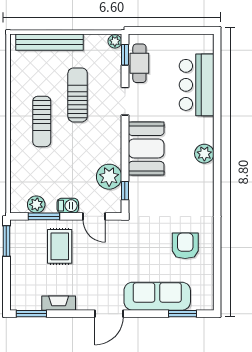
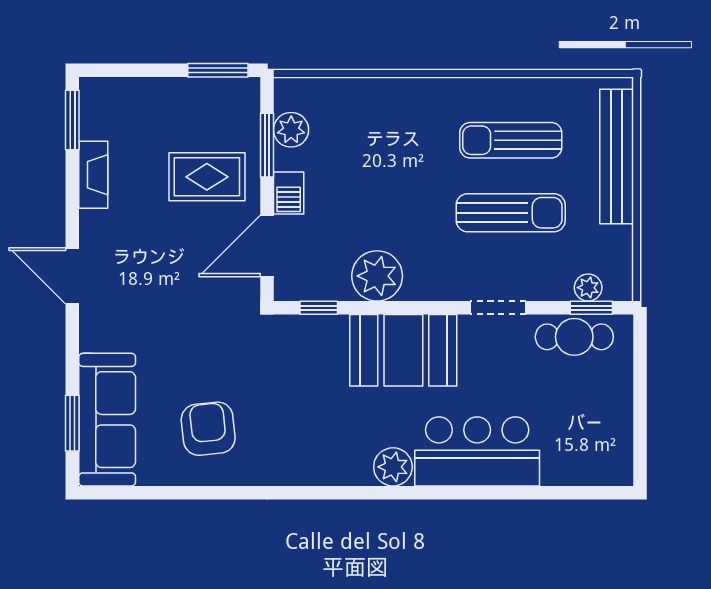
plant: (115, 41) -> (588, 288), moved
bar counter: (197, 85) -> (477, 451), moved
sun lounger: (42, 121) -> (511, 140), moved
plant: (109, 177) -> (377, 276), moved
door: (94, 216) -> (267, 246), width x1.38
armchair: (185, 246) -> (208, 429), turned -96
sofa: (157, 296) -> (107, 420), moved

